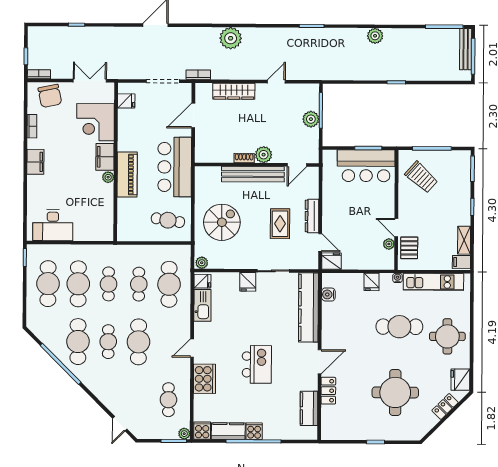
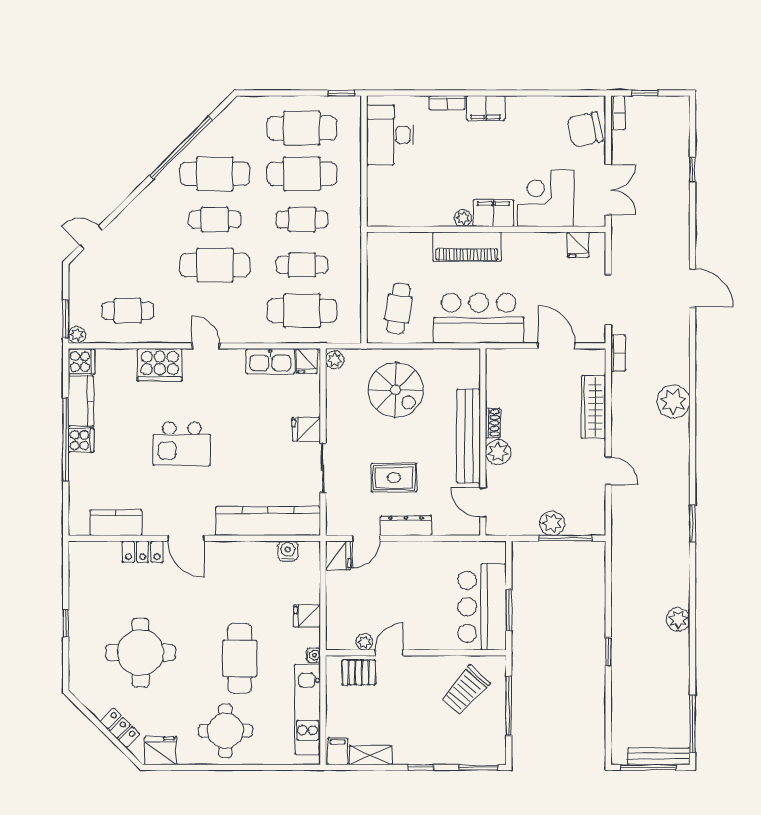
bookcase: (32, 126) -> (447, 103), moved

